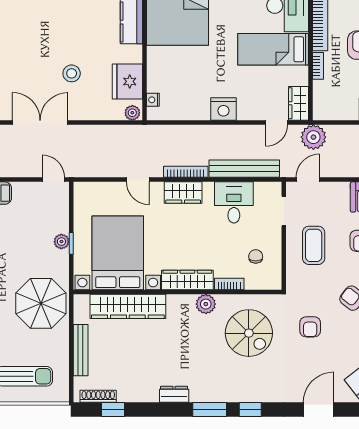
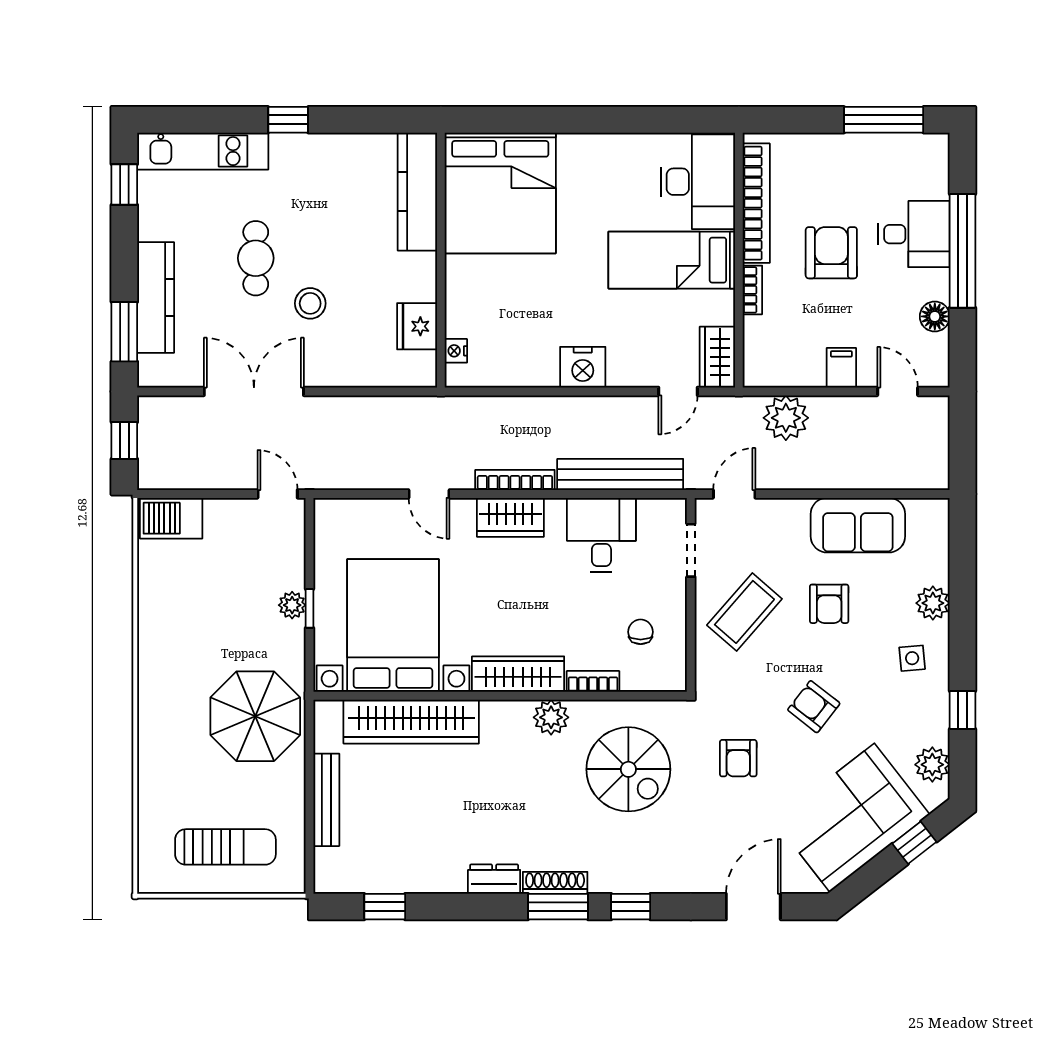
cafe table: (41, 48) -> (256, 258), added
fridge: (127, 81) -> (417, 326), width x0.73, depth x0.75
plant: (132, 113) -> (419, 374), removed
plant: (313, 137) -> (786, 418), moved
coffee table: (314, 245) -> (744, 612), turned 41
shoe rack: (98, 396) -> (555, 883), moved

